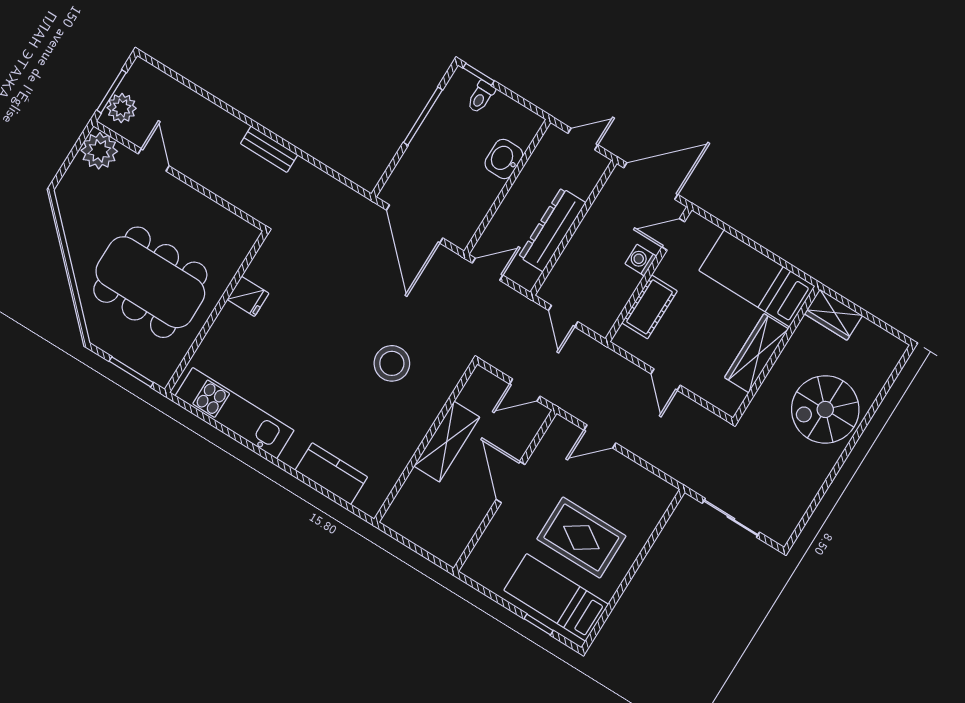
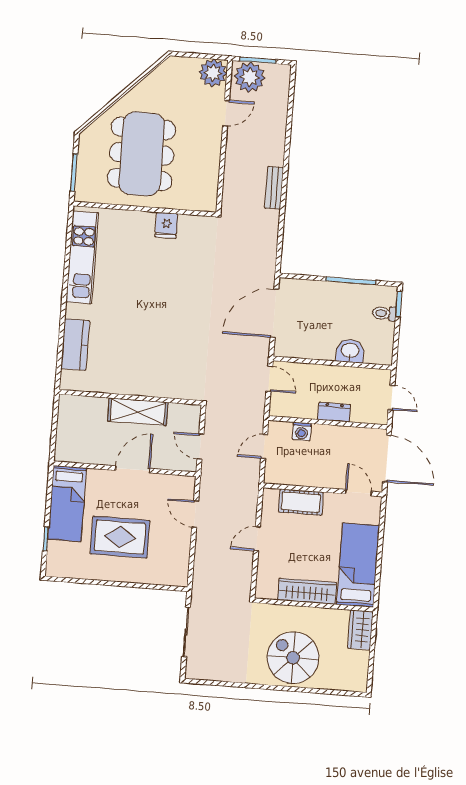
plant: (122, 108) -> (250, 77), width x1.36, depth x1.36
dresser: (552, 230) -> (334, 412), width x0.51, depth x0.80
washing machine: (641, 260) -> (302, 431), moved, turned 180
stool: (392, 363) -> (172, 347), removed
rug: (581, 538) -> (120, 537), turned 90
bed: (556, 597) -> (67, 503), moved, turned 180

